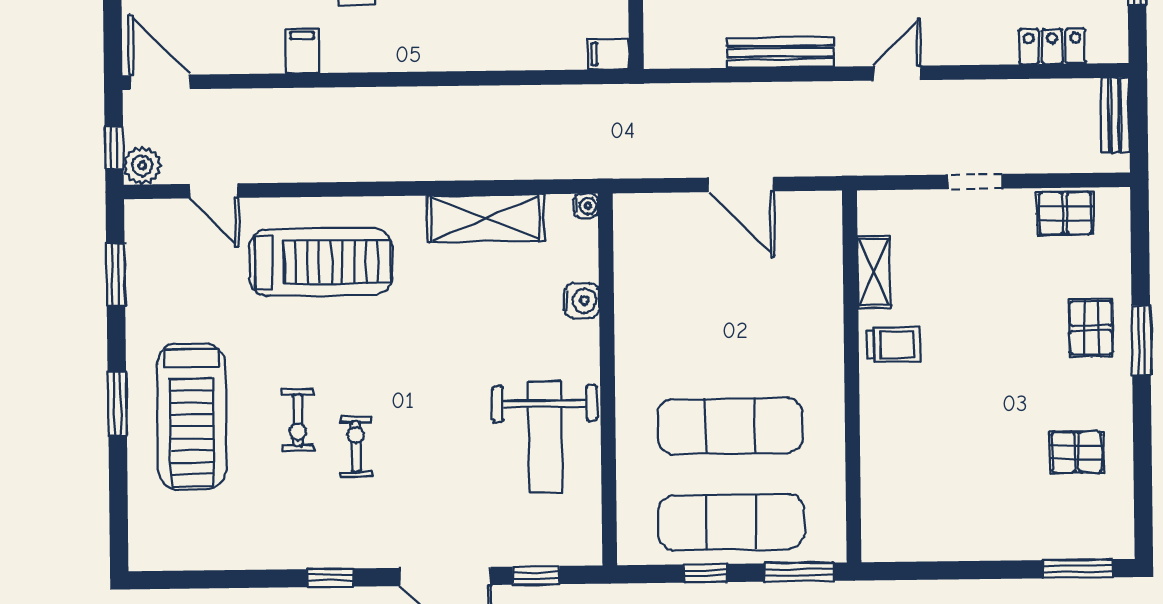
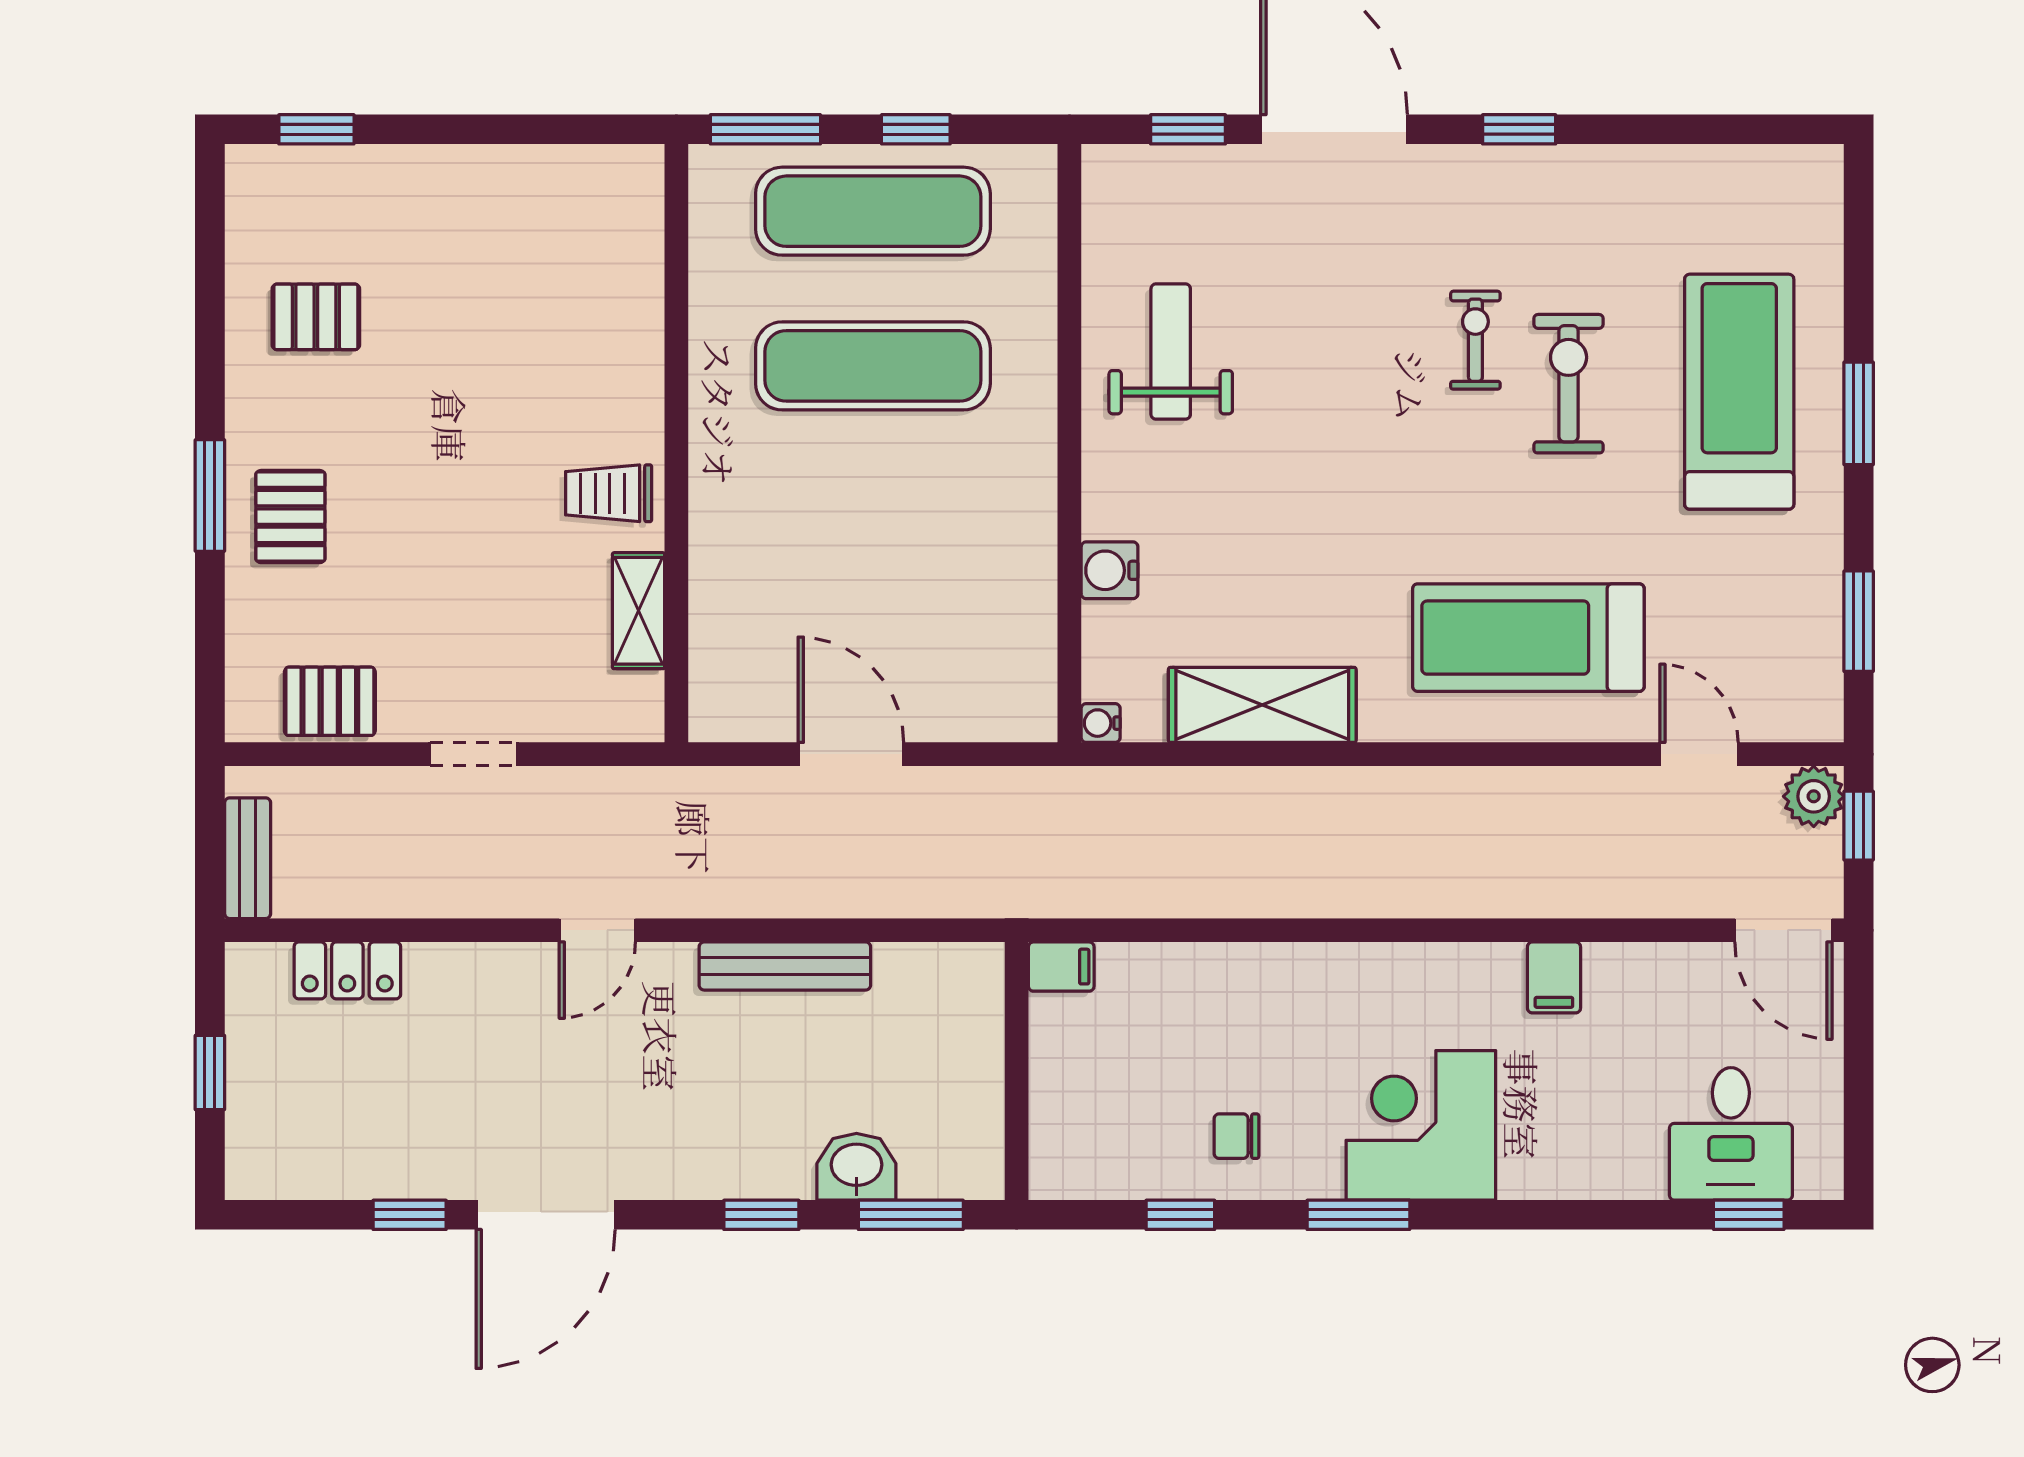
exercise bike: (298, 420) -> (1569, 384), width x1.38, depth x1.39
weight bench: (545, 437) -> (1171, 352), width x0.73, depth x0.75
exercise bike: (356, 447) -> (1475, 340), turned 180
window: (1078, 569) -> (316, 129), width x0.67

